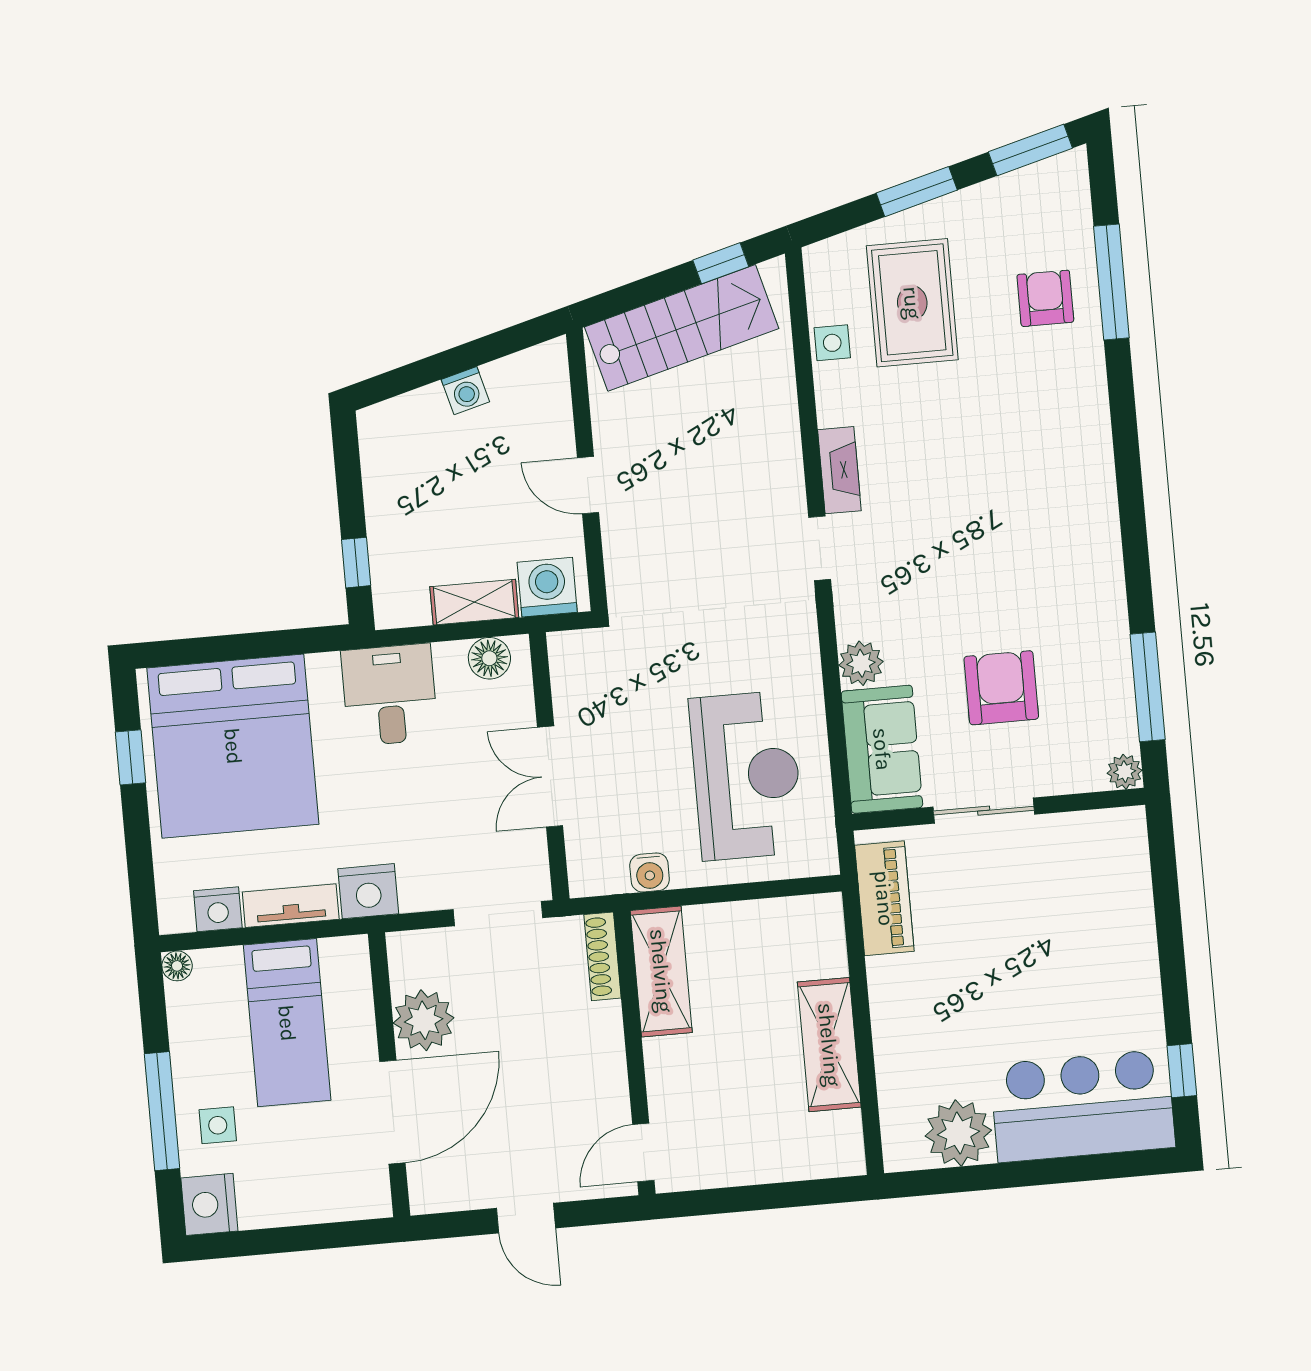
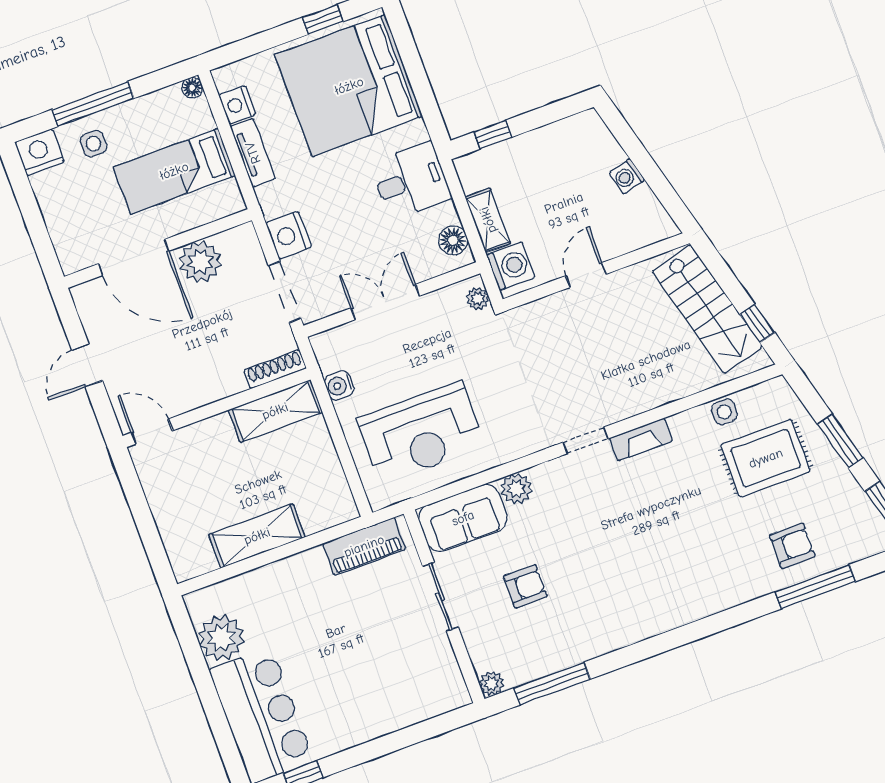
plant: (580, 646) -> (478, 299), added
armchair: (1001, 688) -> (525, 586), width x0.72, depth x0.72
nightstand: (368, 891) -> (289, 235), moved

